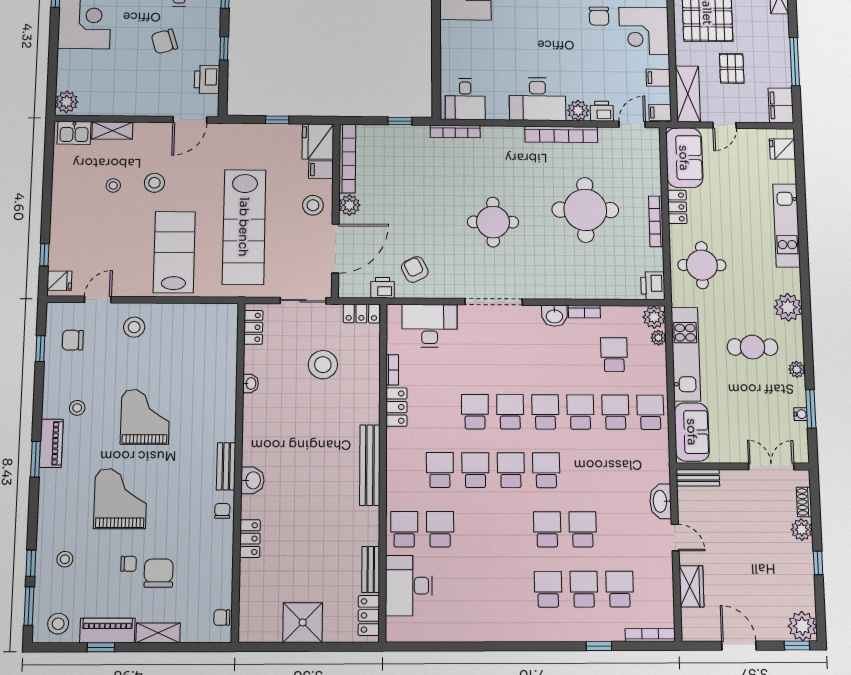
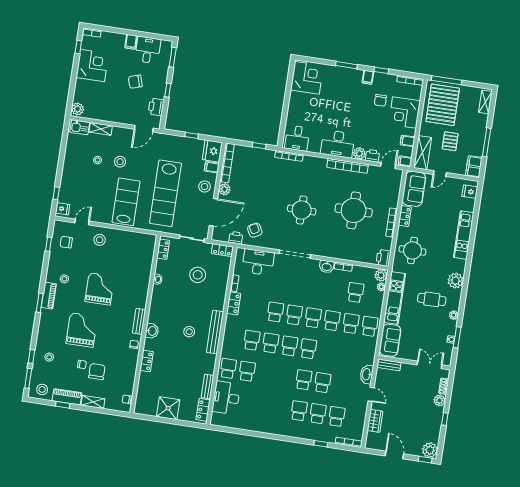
stool: (322, 471) -> (189, 332), added

